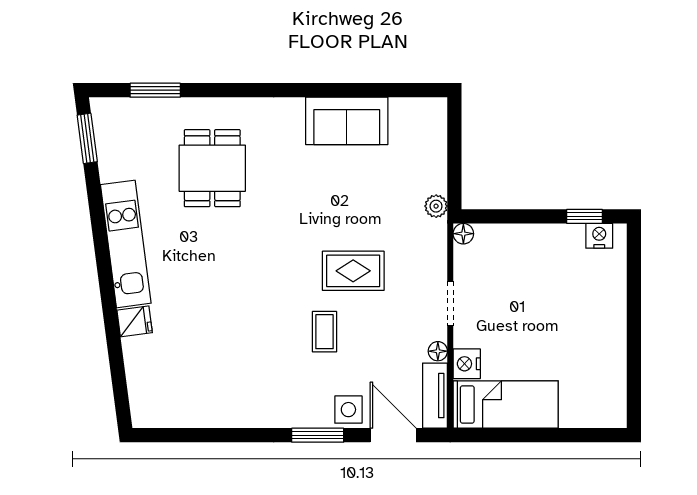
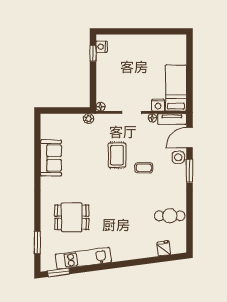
kitchen unit: (126, 244) -> (83, 258), moved
fridge: (135, 321) -> (164, 248), moved
cafe table: (216, 390) -> (170, 216), added

